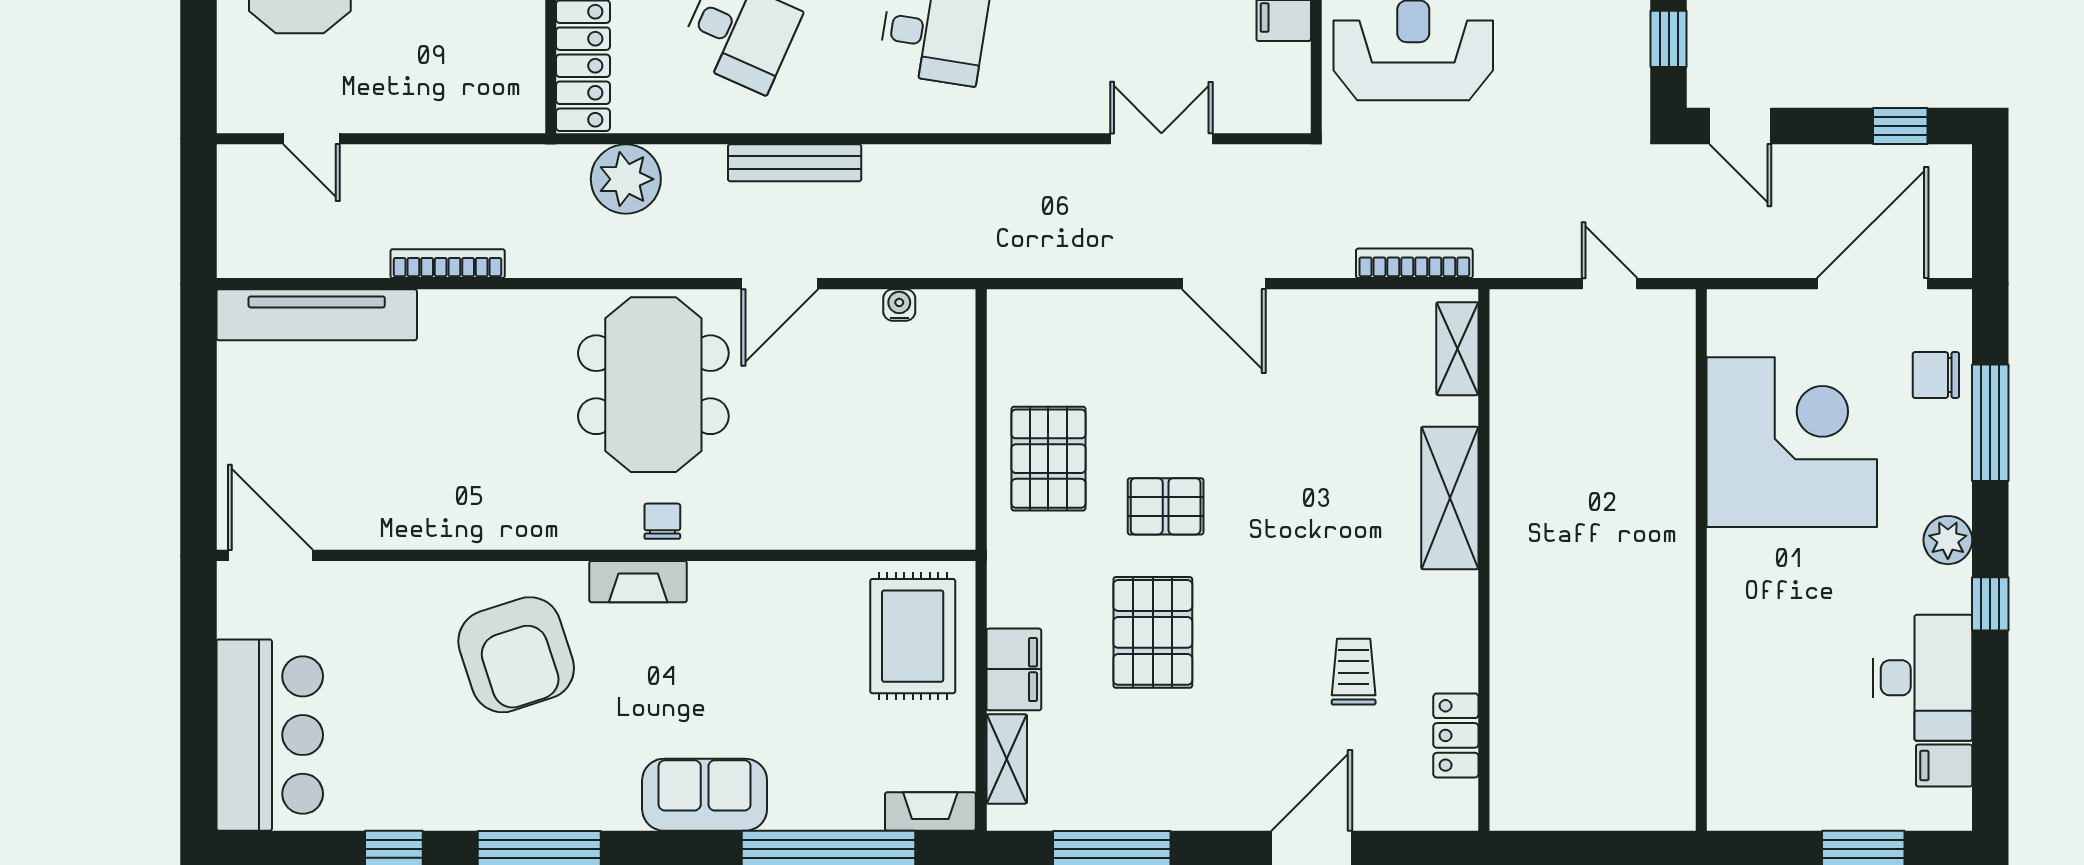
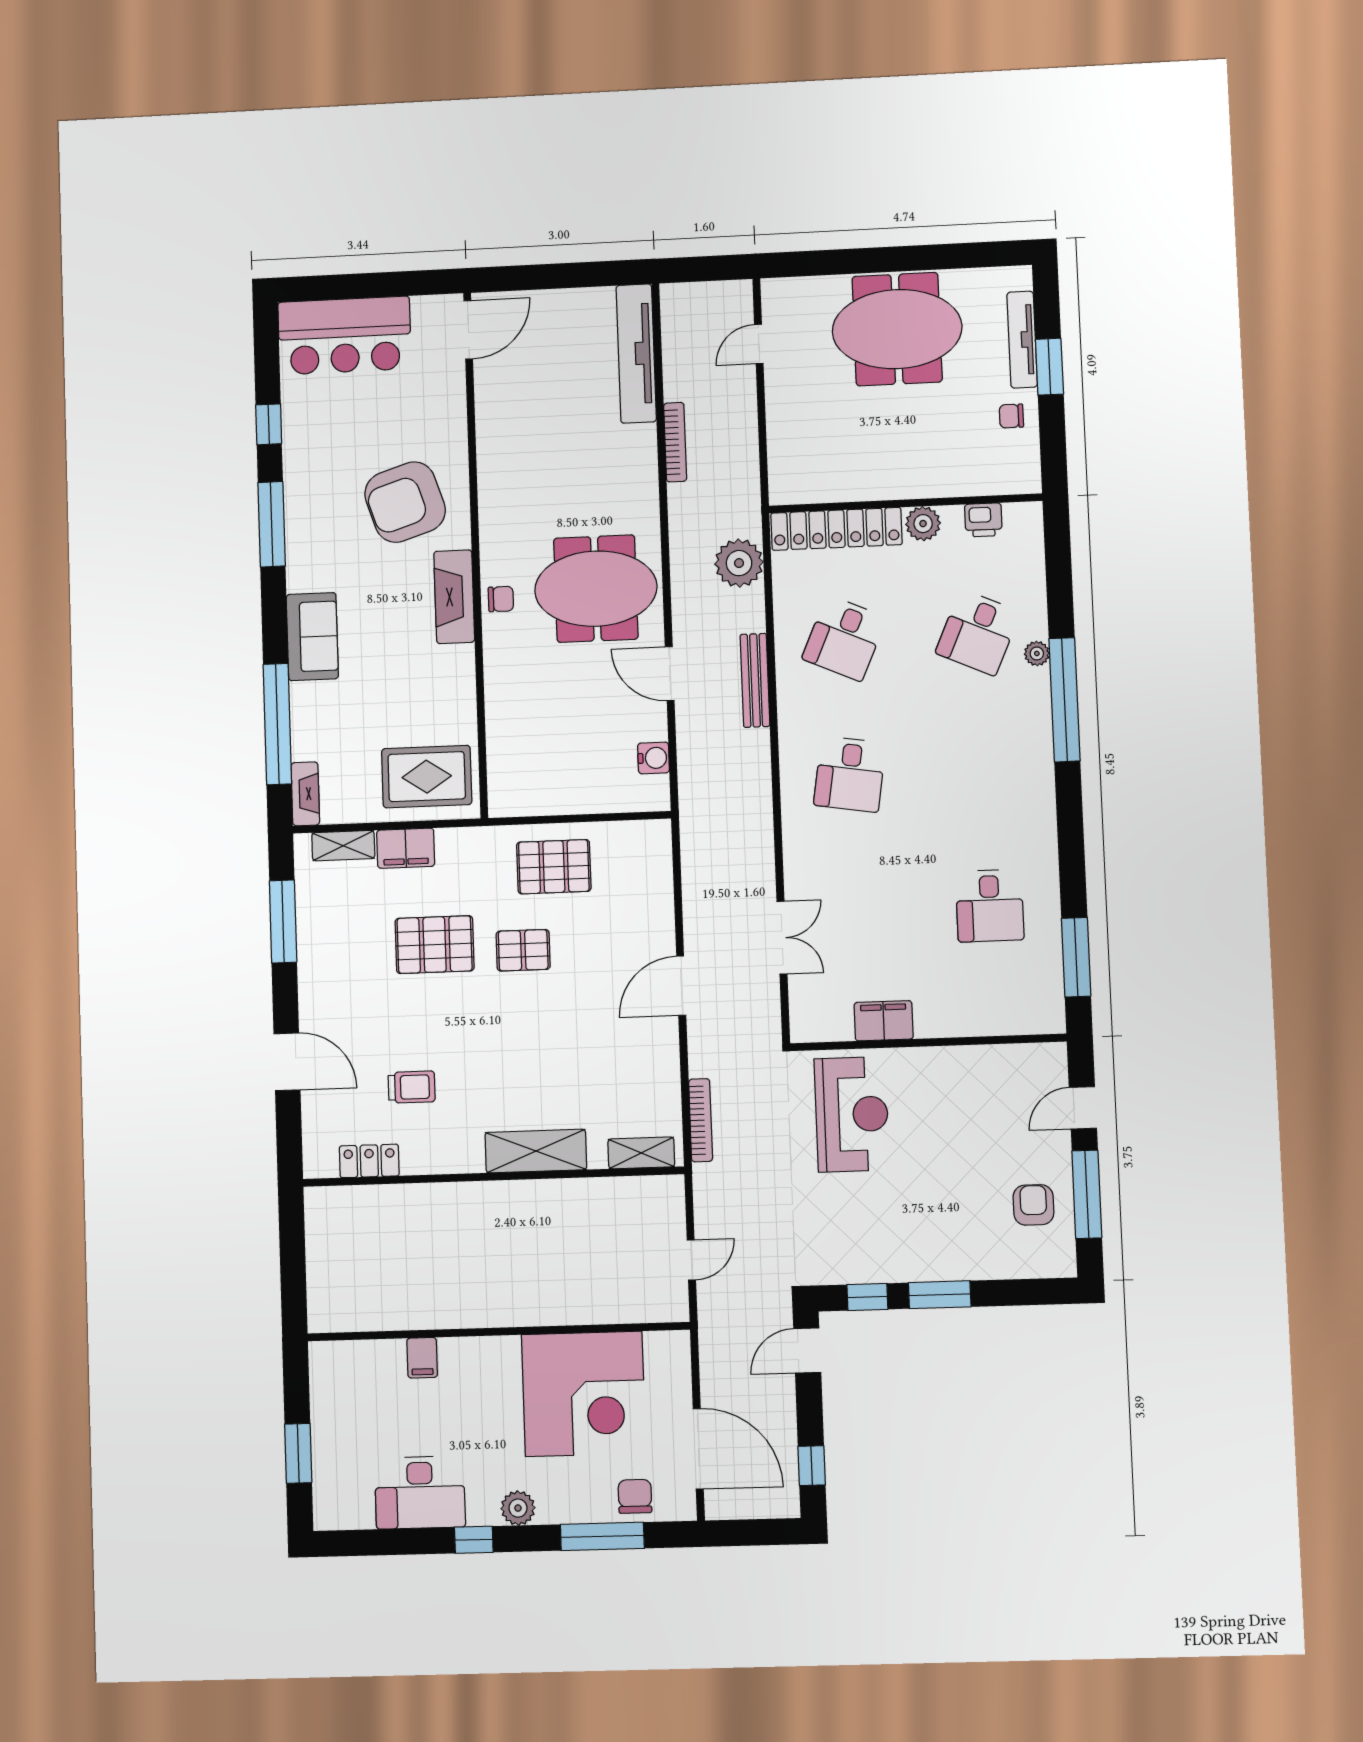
water cooler: (899, 305) -> (654, 758), width x1.38, depth x1.38
pallet: (1166, 506) -> (523, 950), turned 90
fireplace: (638, 582) -> (454, 597), width x1.37, depth x1.32
filing cabinet: (1944, 766) -> (422, 1358), moved, turned 180

